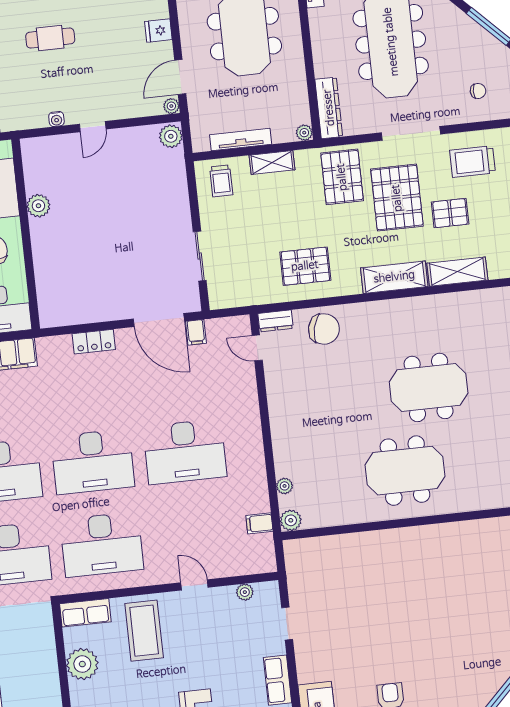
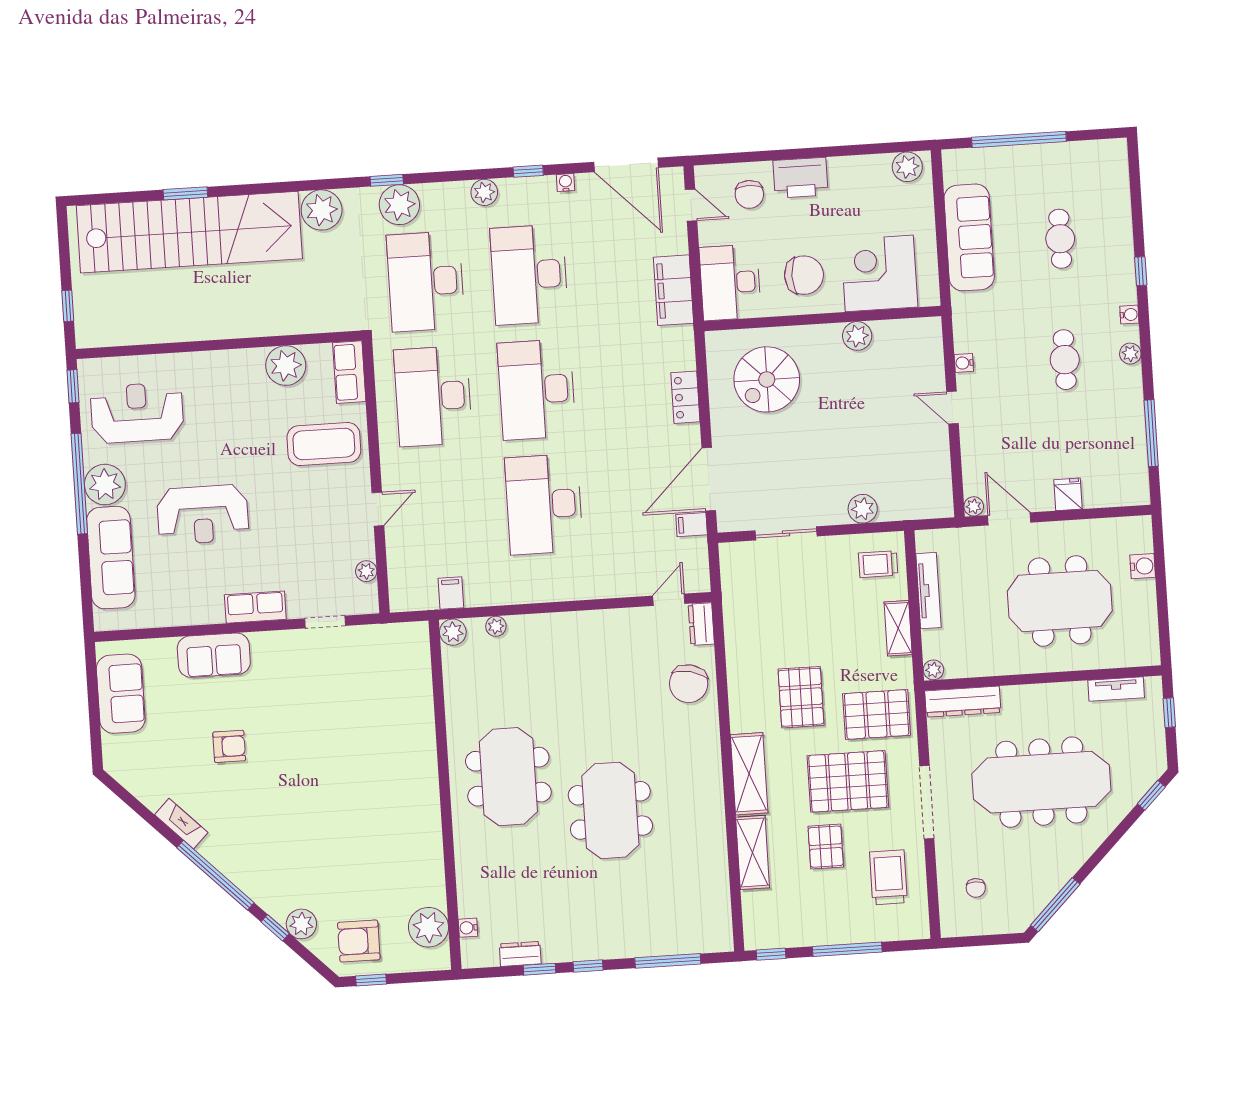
plant: (171, 136) -> (863, 509), moved
pallet: (305, 266) -> (801, 697), moved
spiral stairs: (77, 277) -> (767, 379), added

